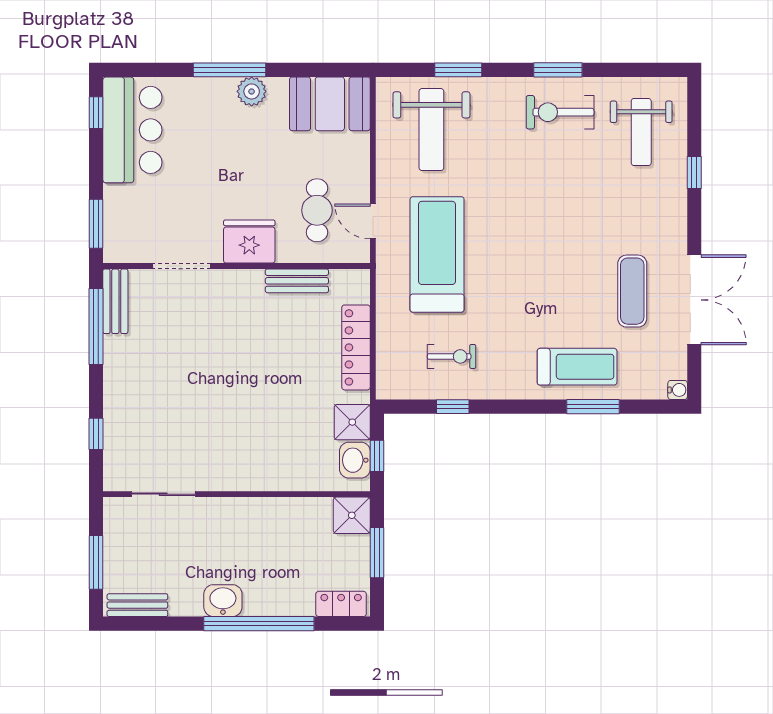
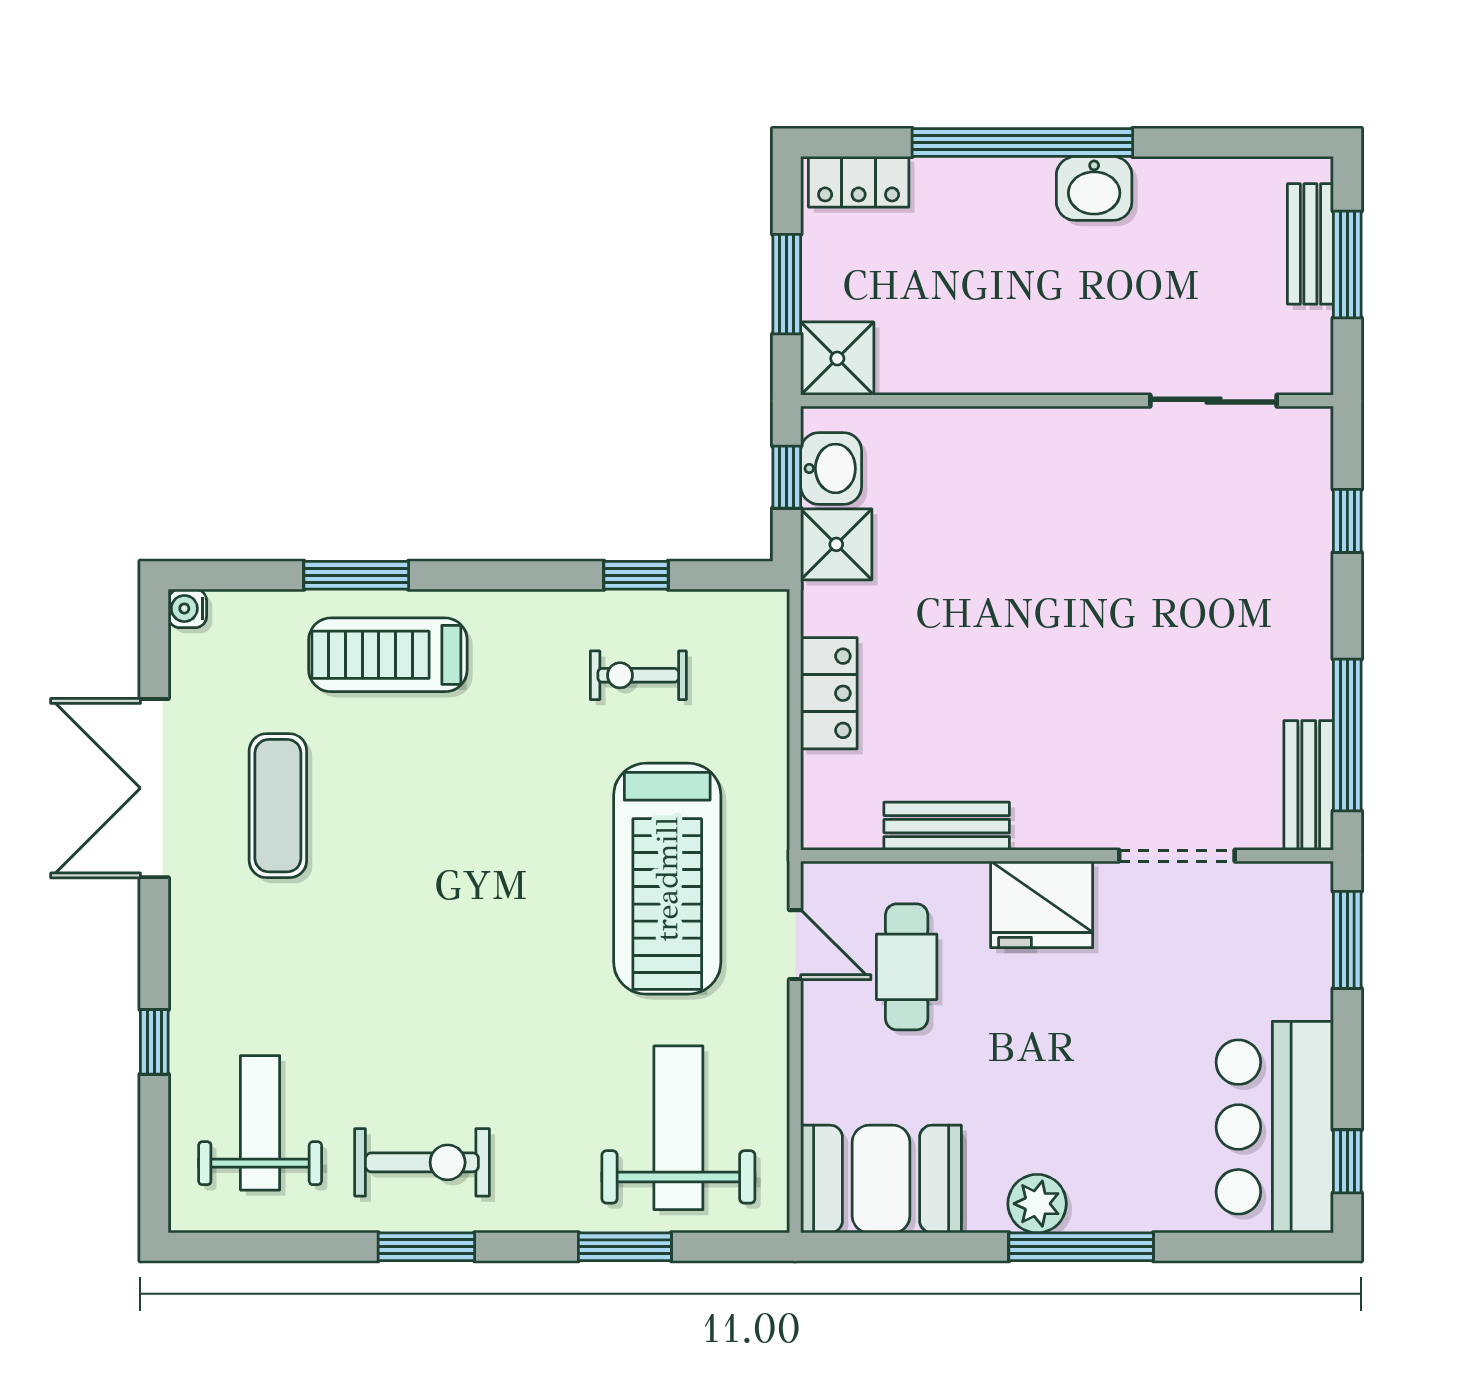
locker: (356, 347) -> (829, 693), width x0.66
bench: (137, 605) -> (1310, 244), moved, turned 90

